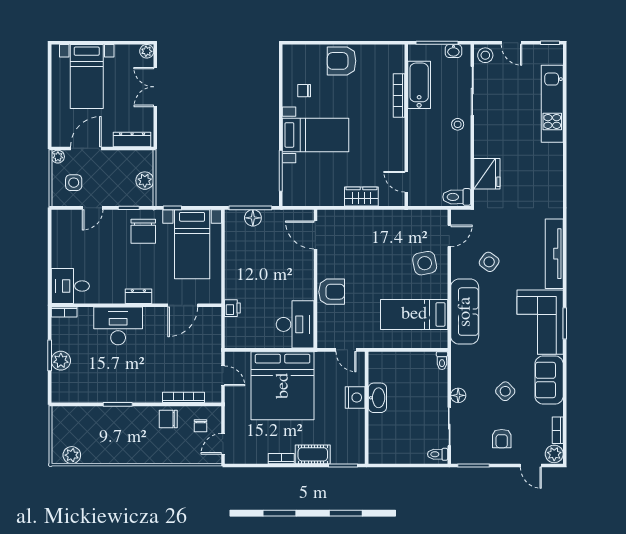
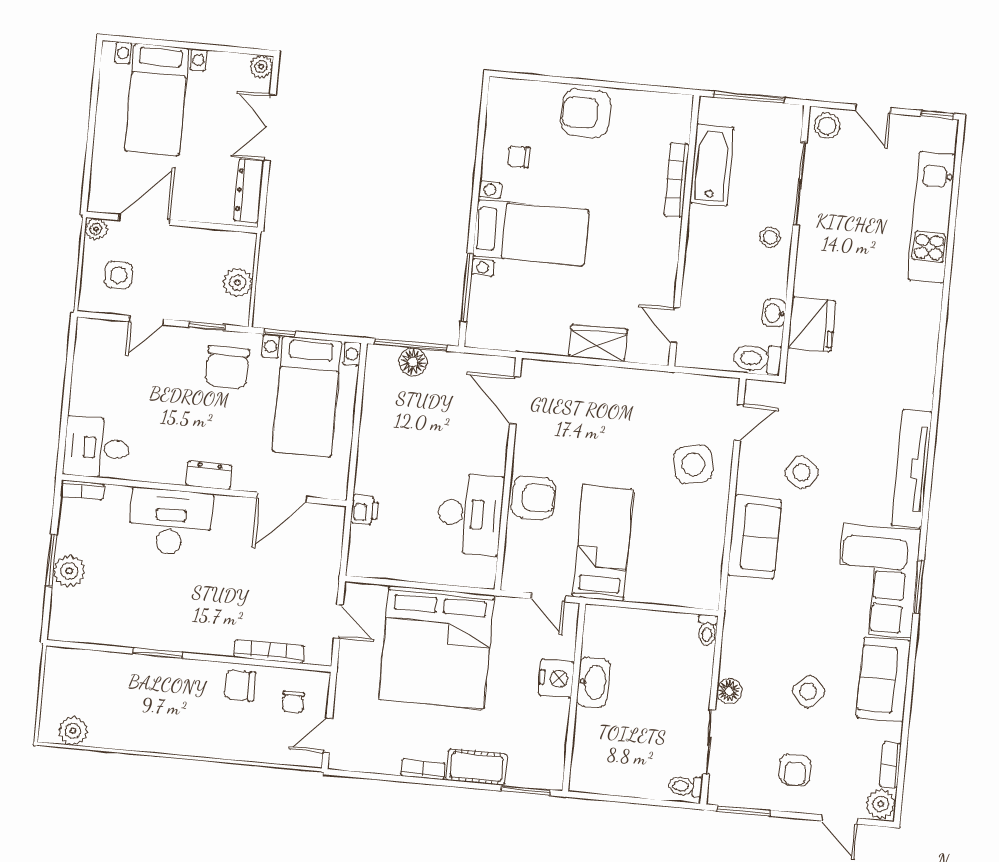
washbasin: (453, 51) -> (774, 313), moved, turned 90
dresser: (132, 139) -> (249, 191), moved, turned -90
sofa: (465, 312) -> (754, 537), width x0.73
bed: (414, 314) -> (603, 543), moved, turned 90
desk: (295, 324) -> (470, 514), moved

